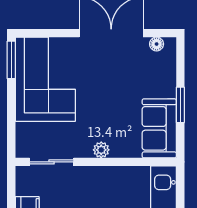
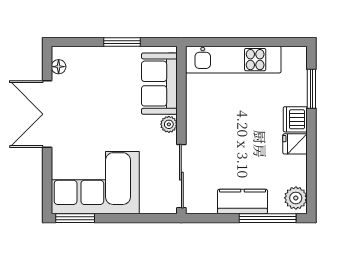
sofa: (159, 128) -> (159, 84), moved, turned 90
sliding door: (52, 162) -> (181, 176), width x1.37

